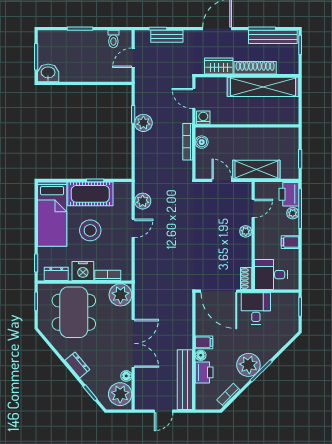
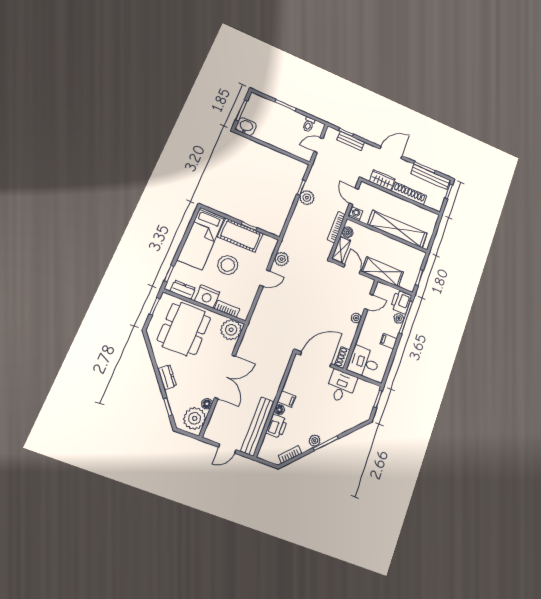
shelving: (263, 87) -> (397, 229), moved
shelving: (202, 164) -> (341, 250), added
door: (219, 291) -> (316, 359), swing flipped
plant: (248, 365) -> (315, 441), width x0.53, depth x0.53

